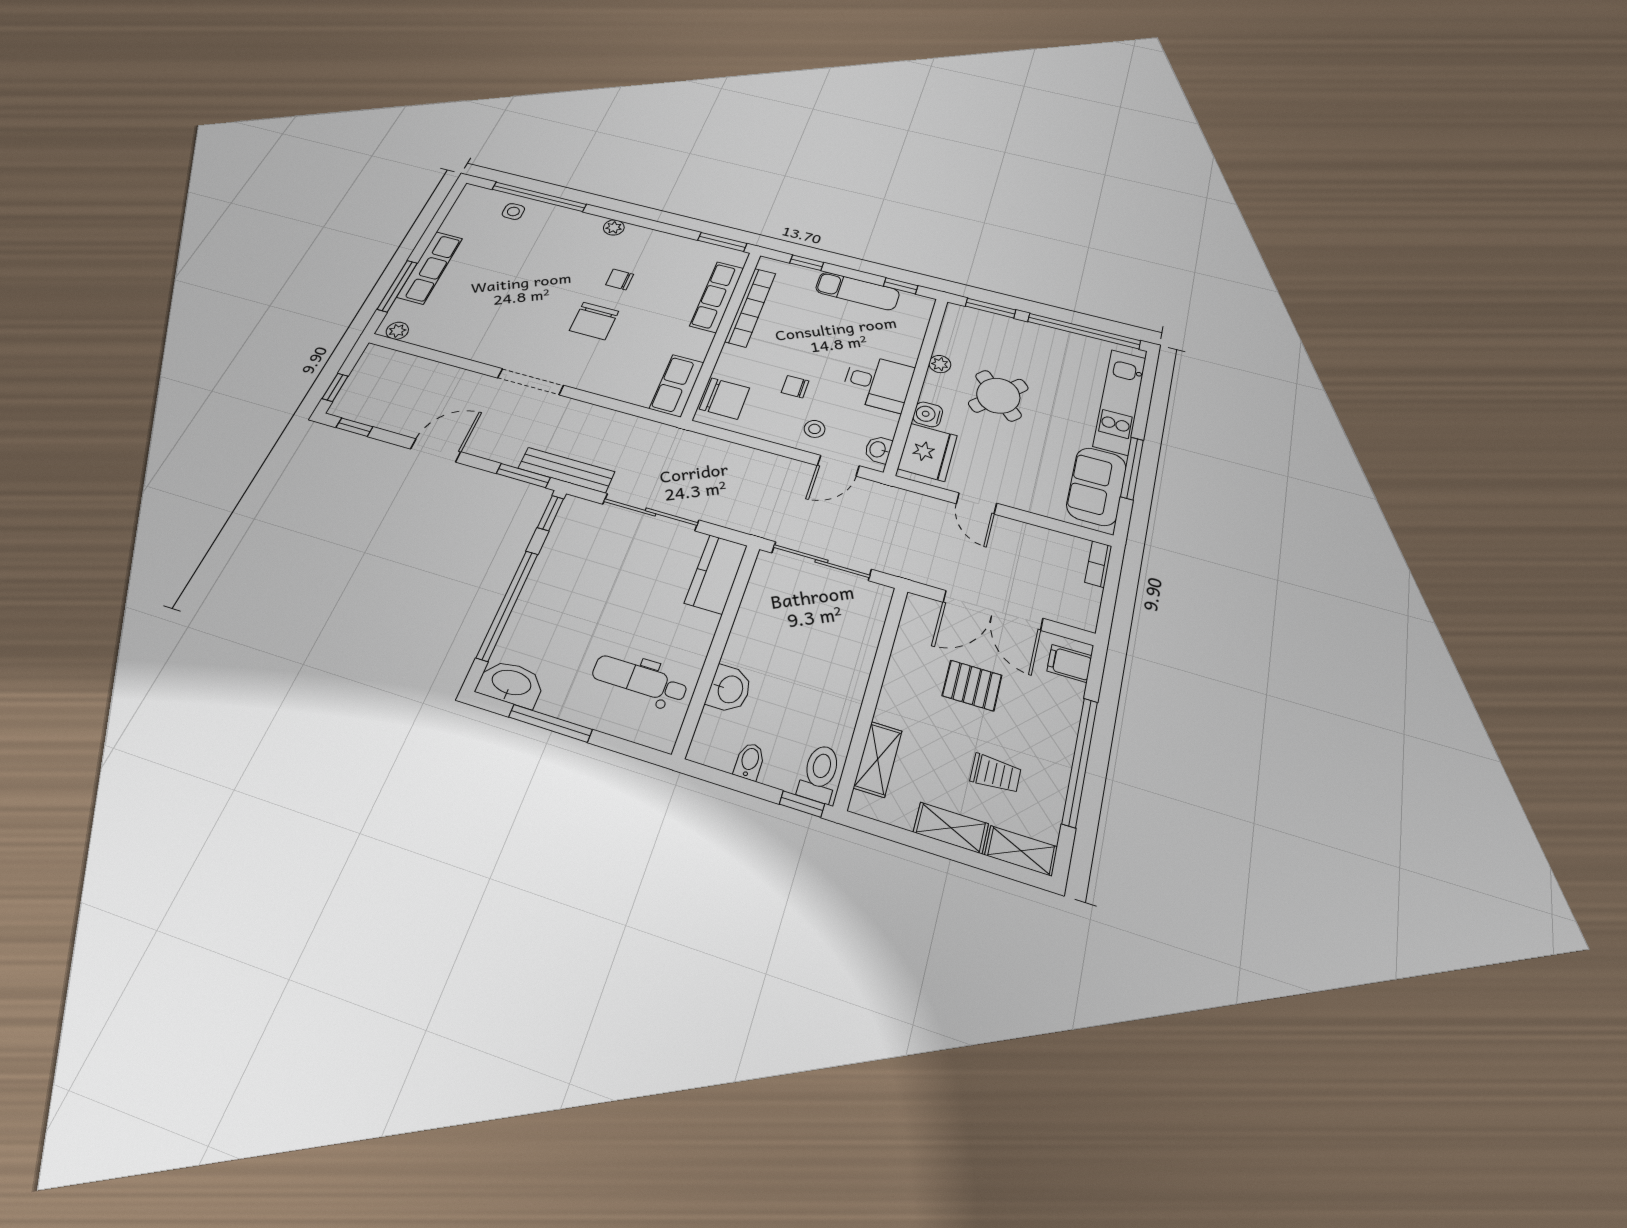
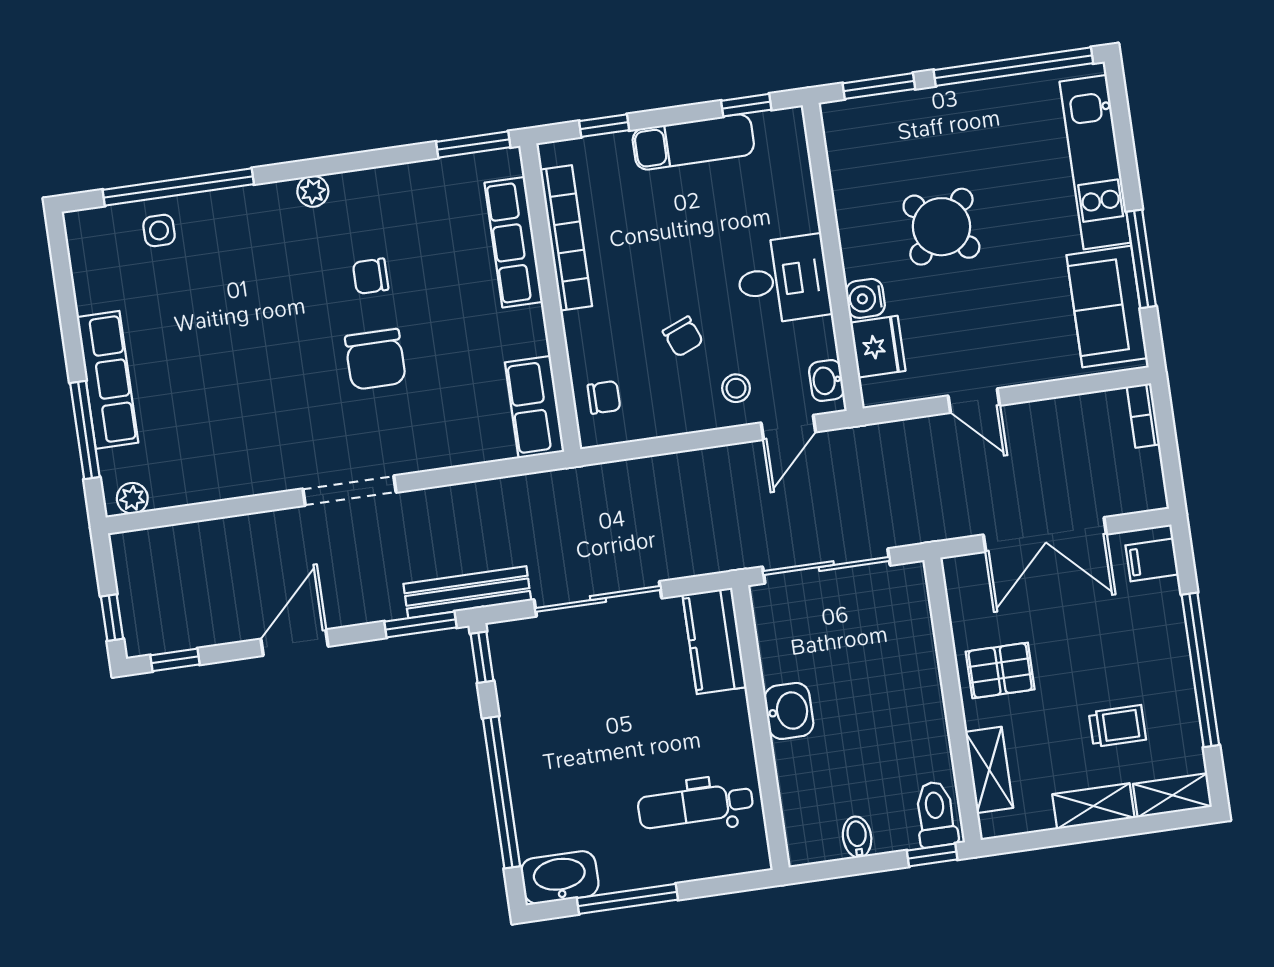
plant: (940, 364) -> (849, 212), removed
chair: (795, 387) -> (683, 337), turned -112
chair: (724, 398) -> (604, 397), width x0.54, depth x0.54
fridge: (927, 452) -> (878, 347), width x0.73, depth x0.75
pallet: (972, 685) -> (1000, 670), moved
washbasin: (729, 689) -> (789, 711), moved

